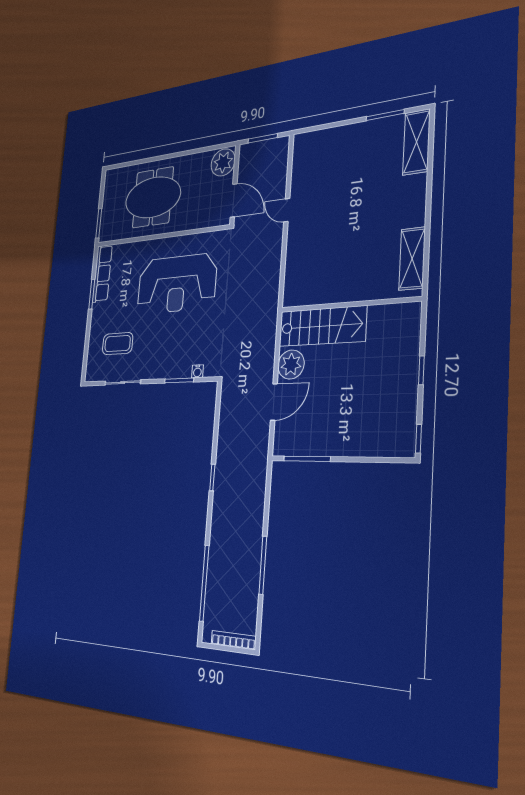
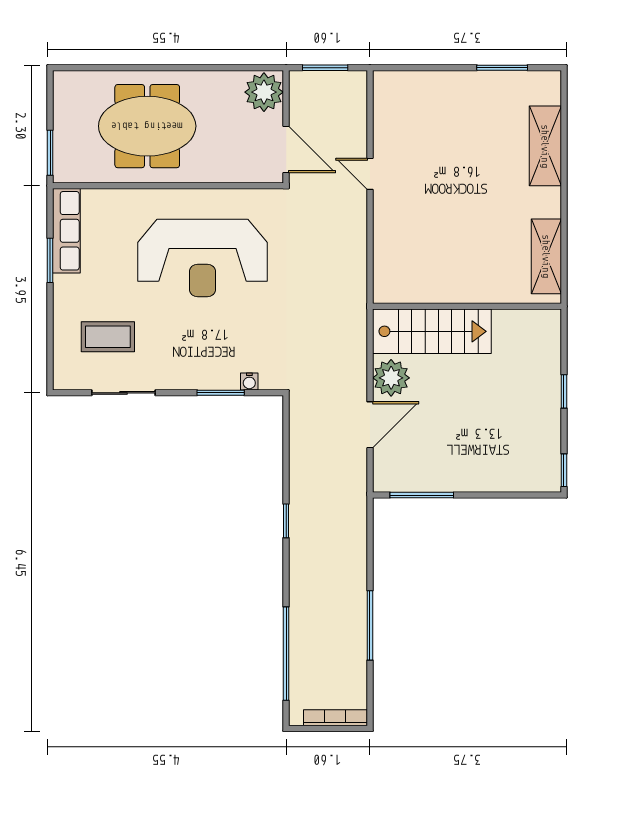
shelving: (416, 142) -> (545, 146), moved

